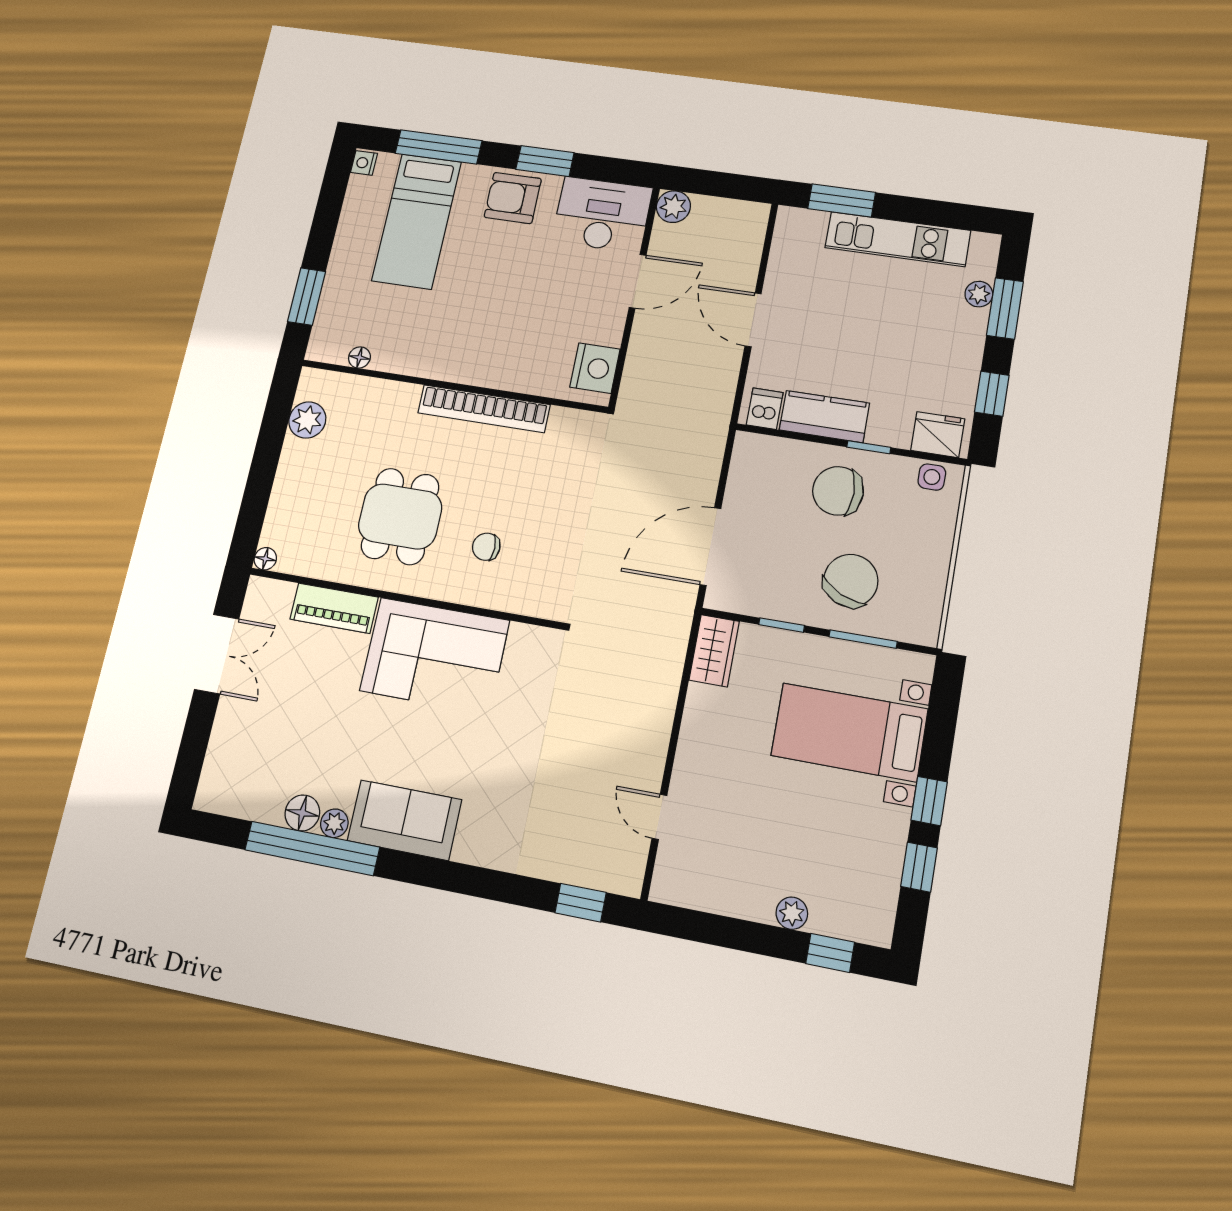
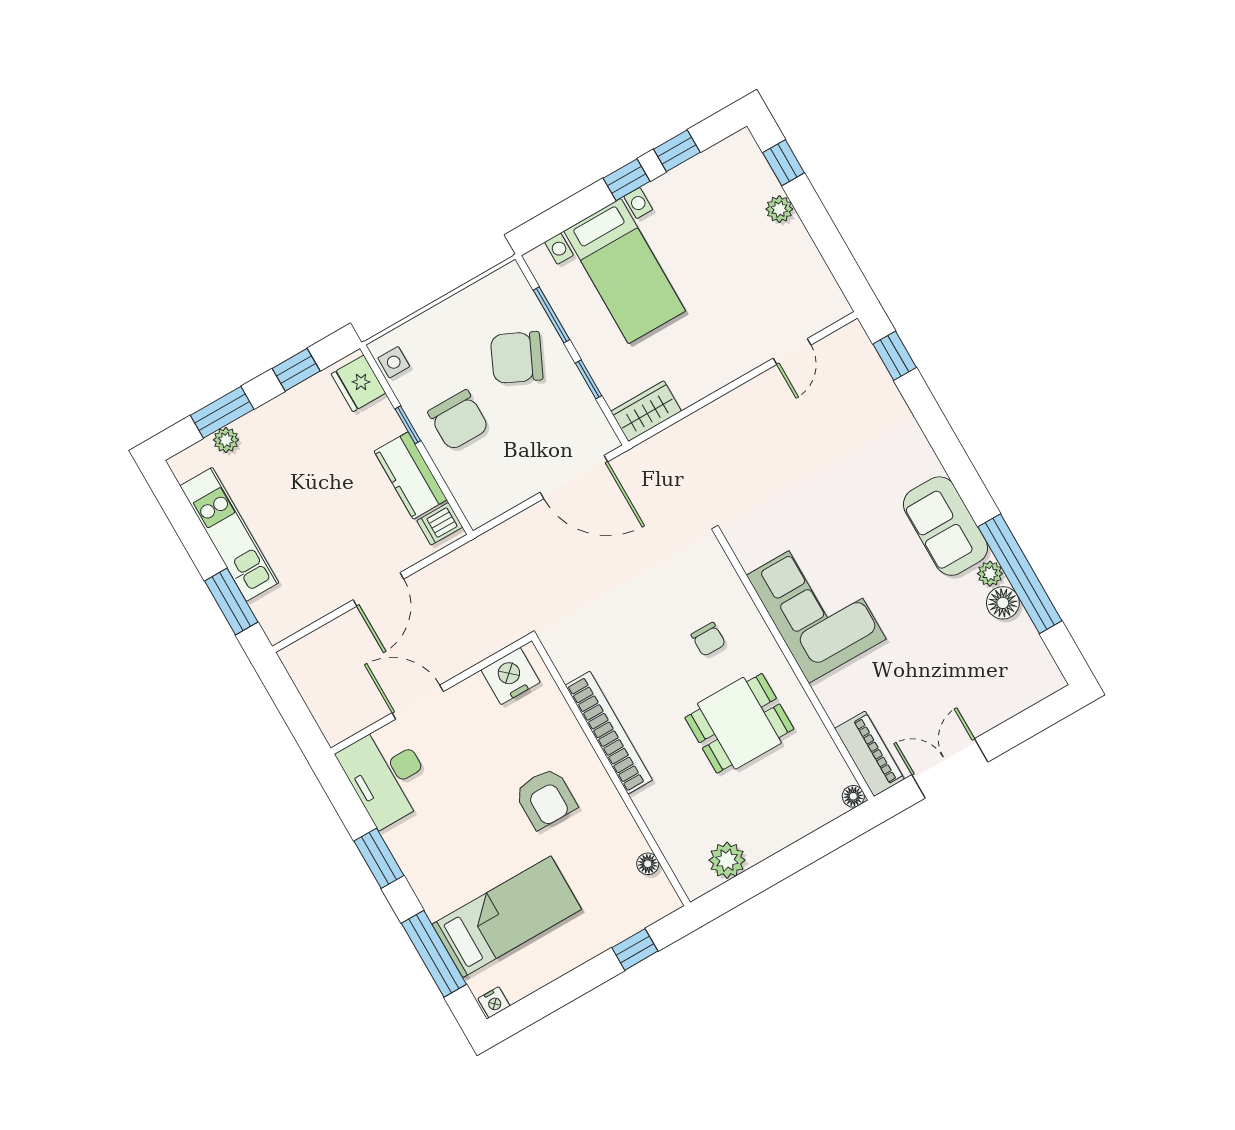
armchair: (513, 198) -> (546, 798), moved
plant: (673, 207) -> (337, 726), removed
window: (307, 296) -> (635, 949), width x0.67
piano: (334, 608) -> (869, 754), moved

